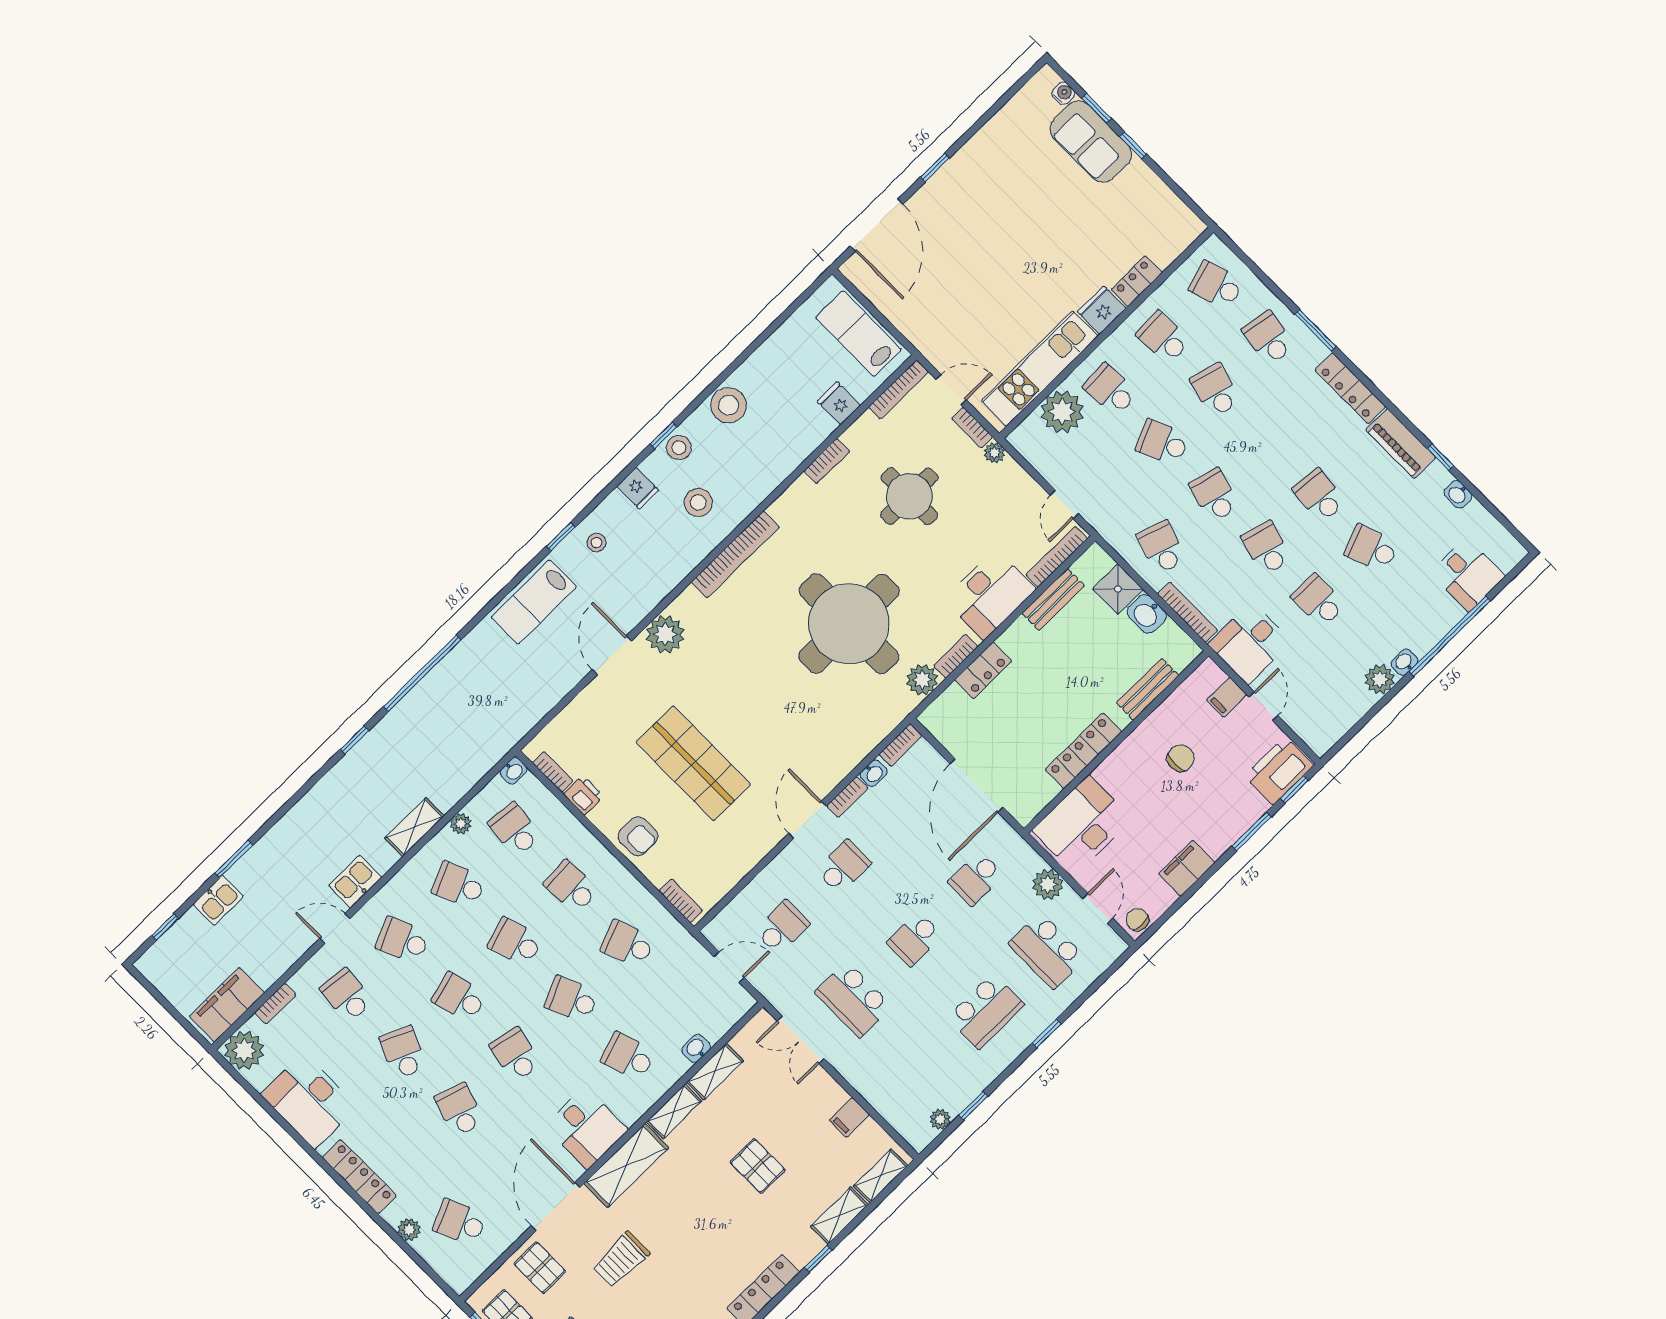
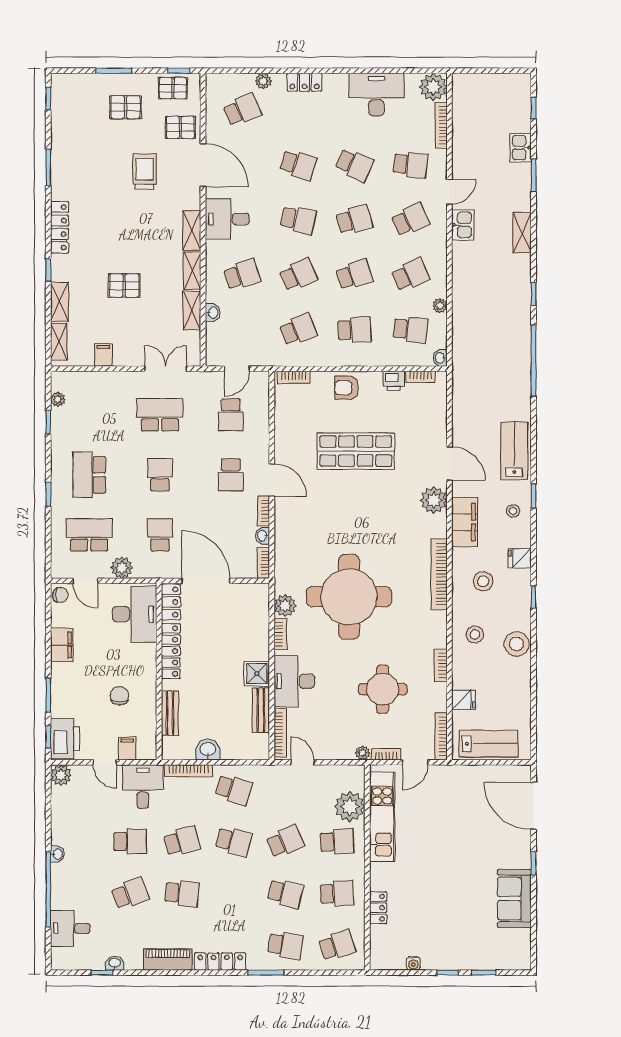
water cooler: (1063, 93) -> (413, 963), moved
sofa: (1091, 142) -> (514, 898), moved, turned -90
fridge: (1102, 310) -> (381, 876), removed
stool: (679, 448) -> (475, 635), moved
window: (1441, 457) -> (102, 973), moved
school desk: (1266, 548) -> (182, 841), turned -30
shower: (1118, 589) -> (257, 674), moved
locker: (983, 670) -> (171, 602), moved, turned 180
plant: (1380, 679) -> (61, 775), moved
chair: (1181, 758) -> (119, 696), turned 180
shelving: (414, 827) -> (522, 233), moved
bookcase: (275, 1004) -> (441, 125), width x1.56
filing cabinet: (227, 1005) -> (464, 522), moved
shelving: (626, 1166) -> (192, 230), width x0.67, depth x0.75
locker: (359, 1177) -> (304, 82), width x0.66

